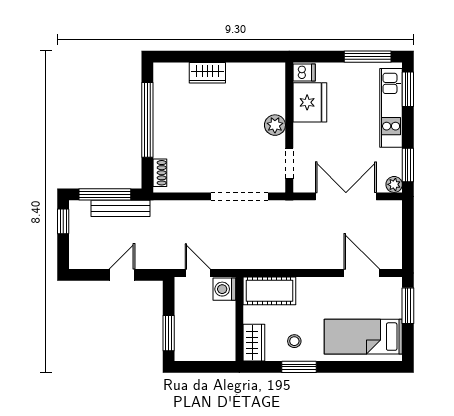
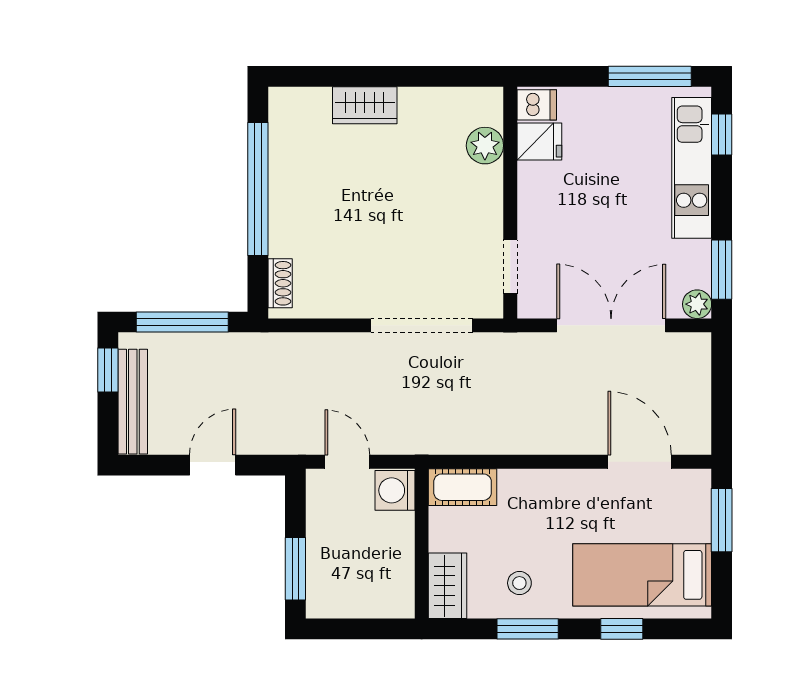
window: (408, 89) -> (722, 134), width x0.67
fridge: (310, 102) -> (539, 141), width x0.53, depth x0.75
plant: (275, 125) -> (485, 146), moved
bench: (120, 208) -> (133, 402), moved, turned 90
cot: (269, 291) -> (463, 487), width x0.73, depth x0.75
window: (352, 367) -> (622, 629), added

